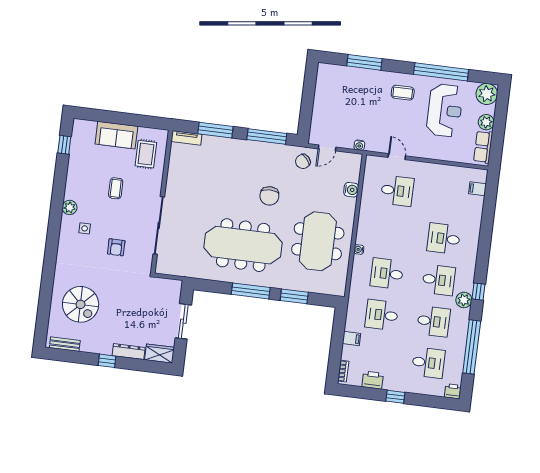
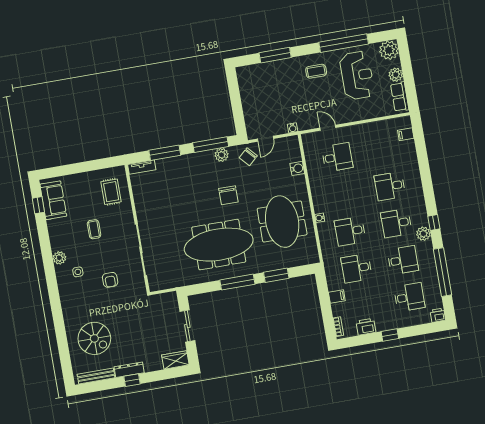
sofa: (116, 135) -> (53, 200), moved, turned -90
plant: (275, 151) -> (222, 155), added
desk: (439, 280) -> (396, 223), turned 180
bench: (65, 344) -> (96, 376), width x1.36
dresser: (129, 352) -> (129, 370), moved

